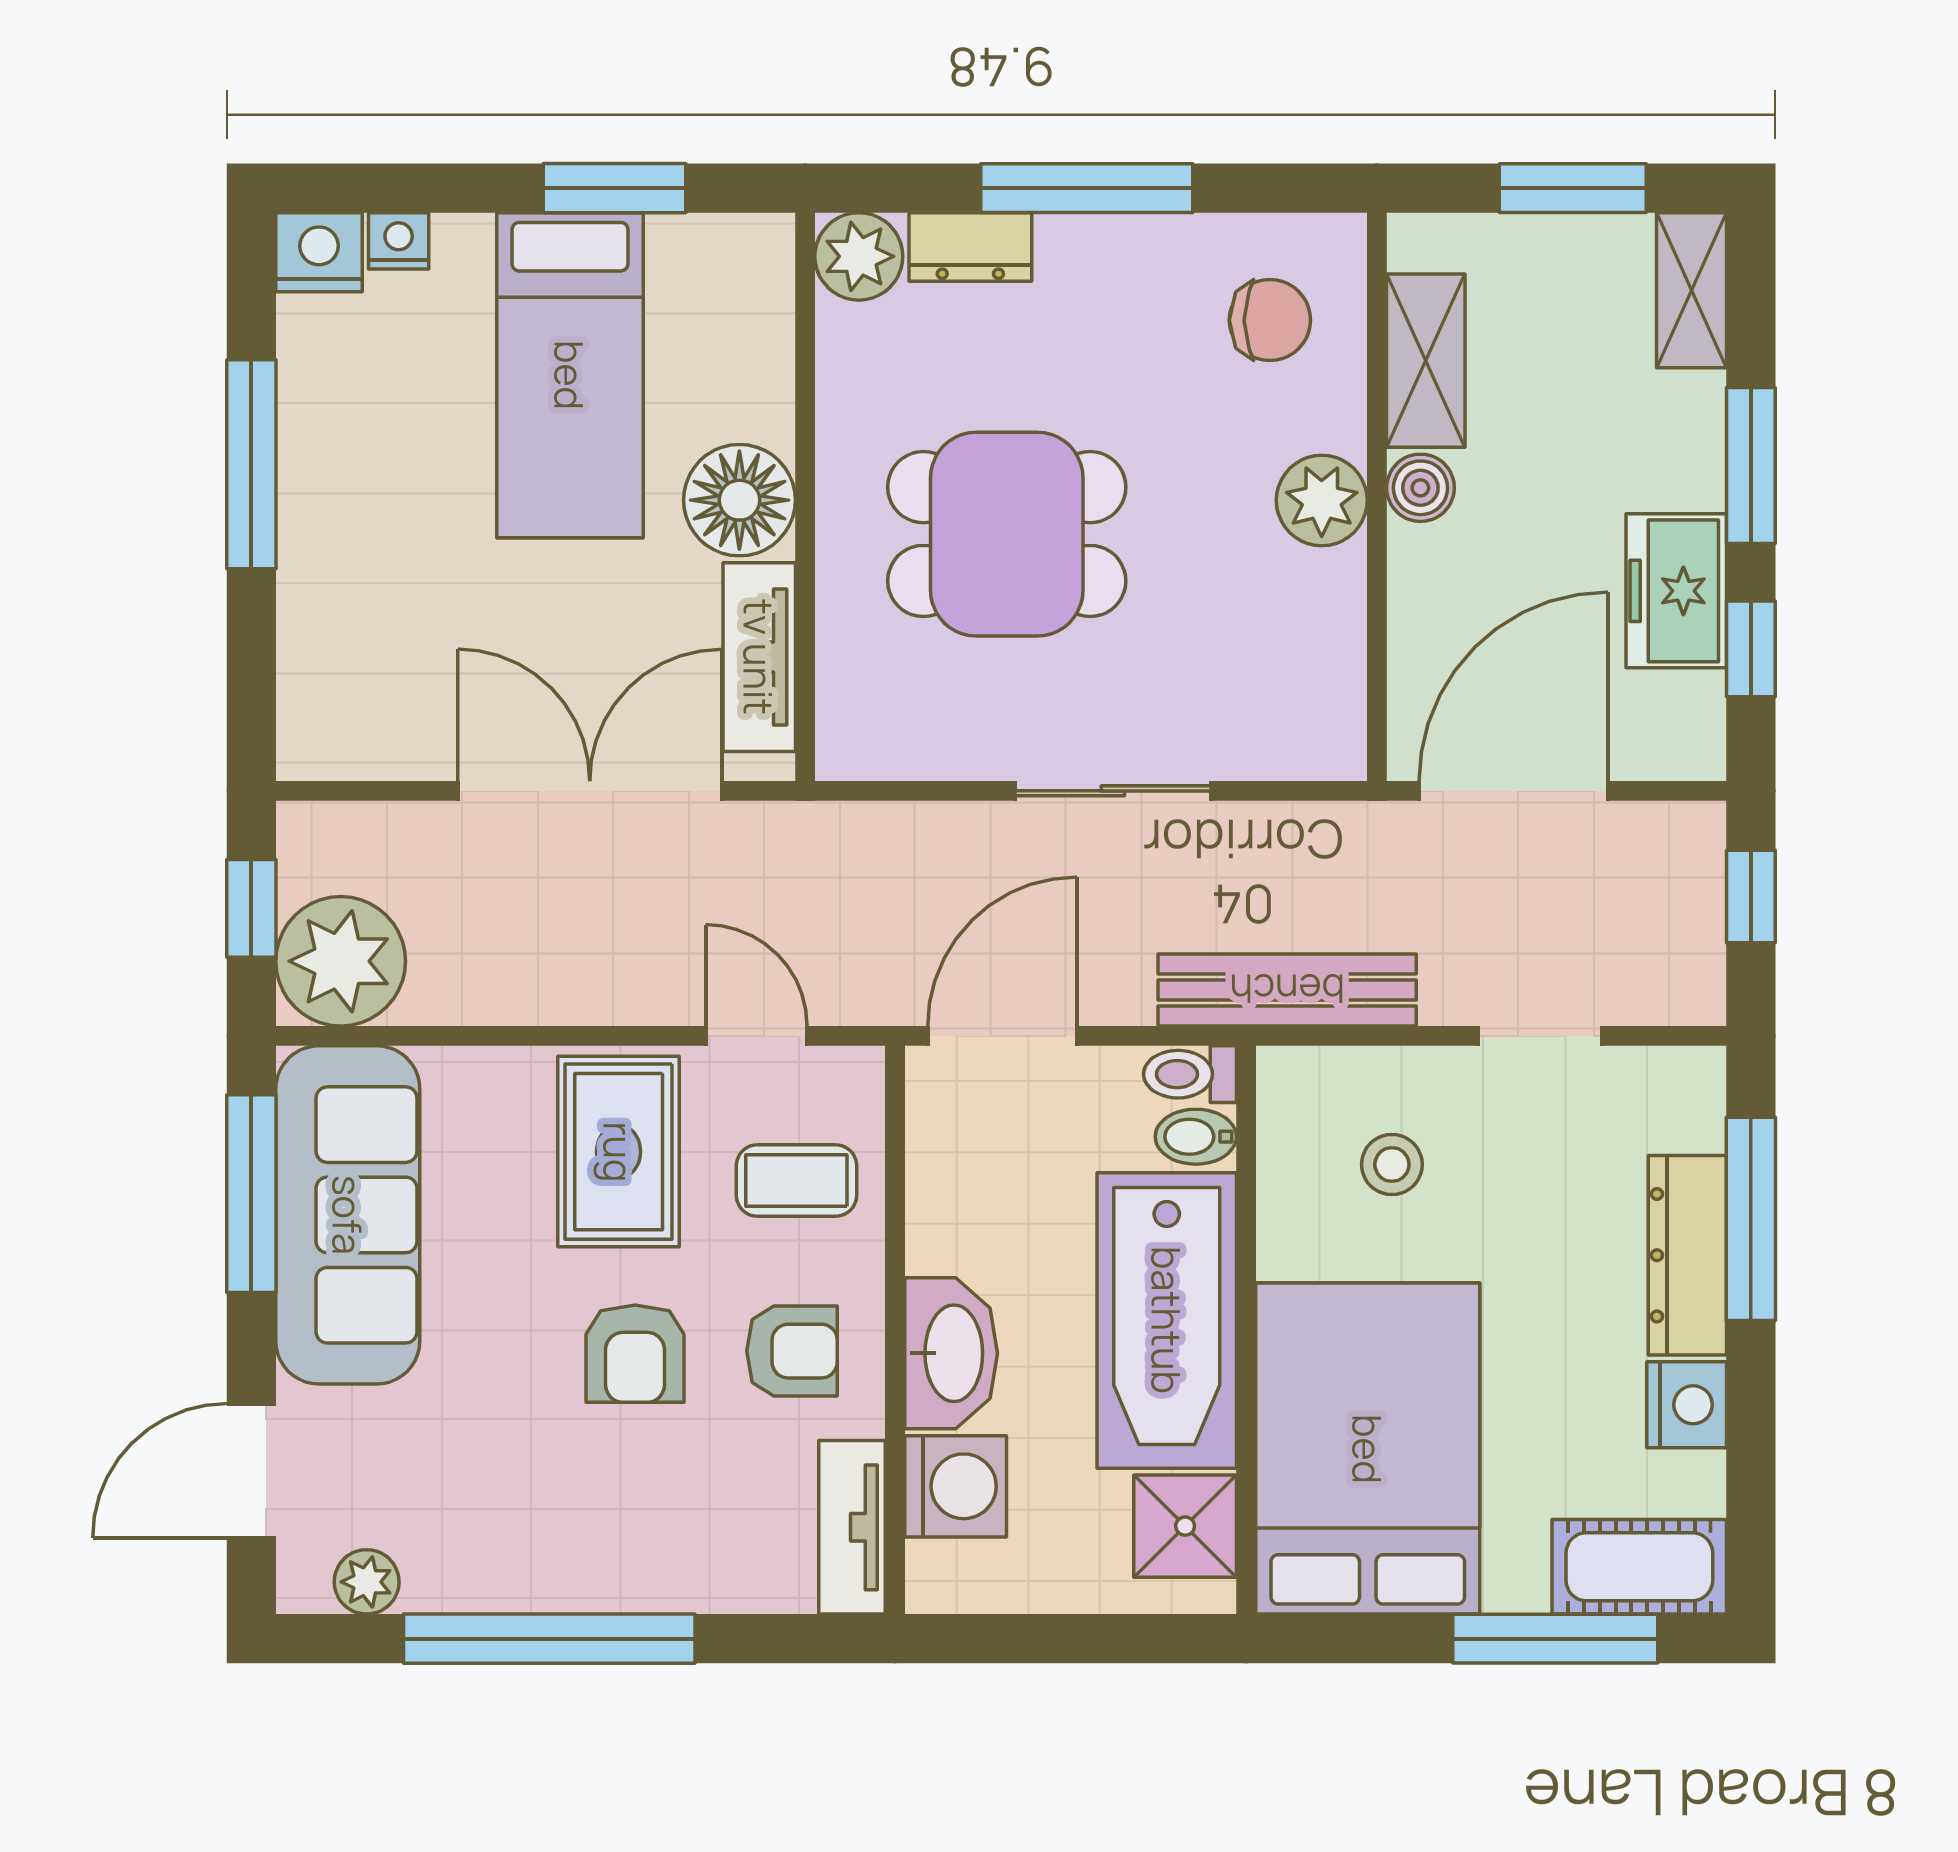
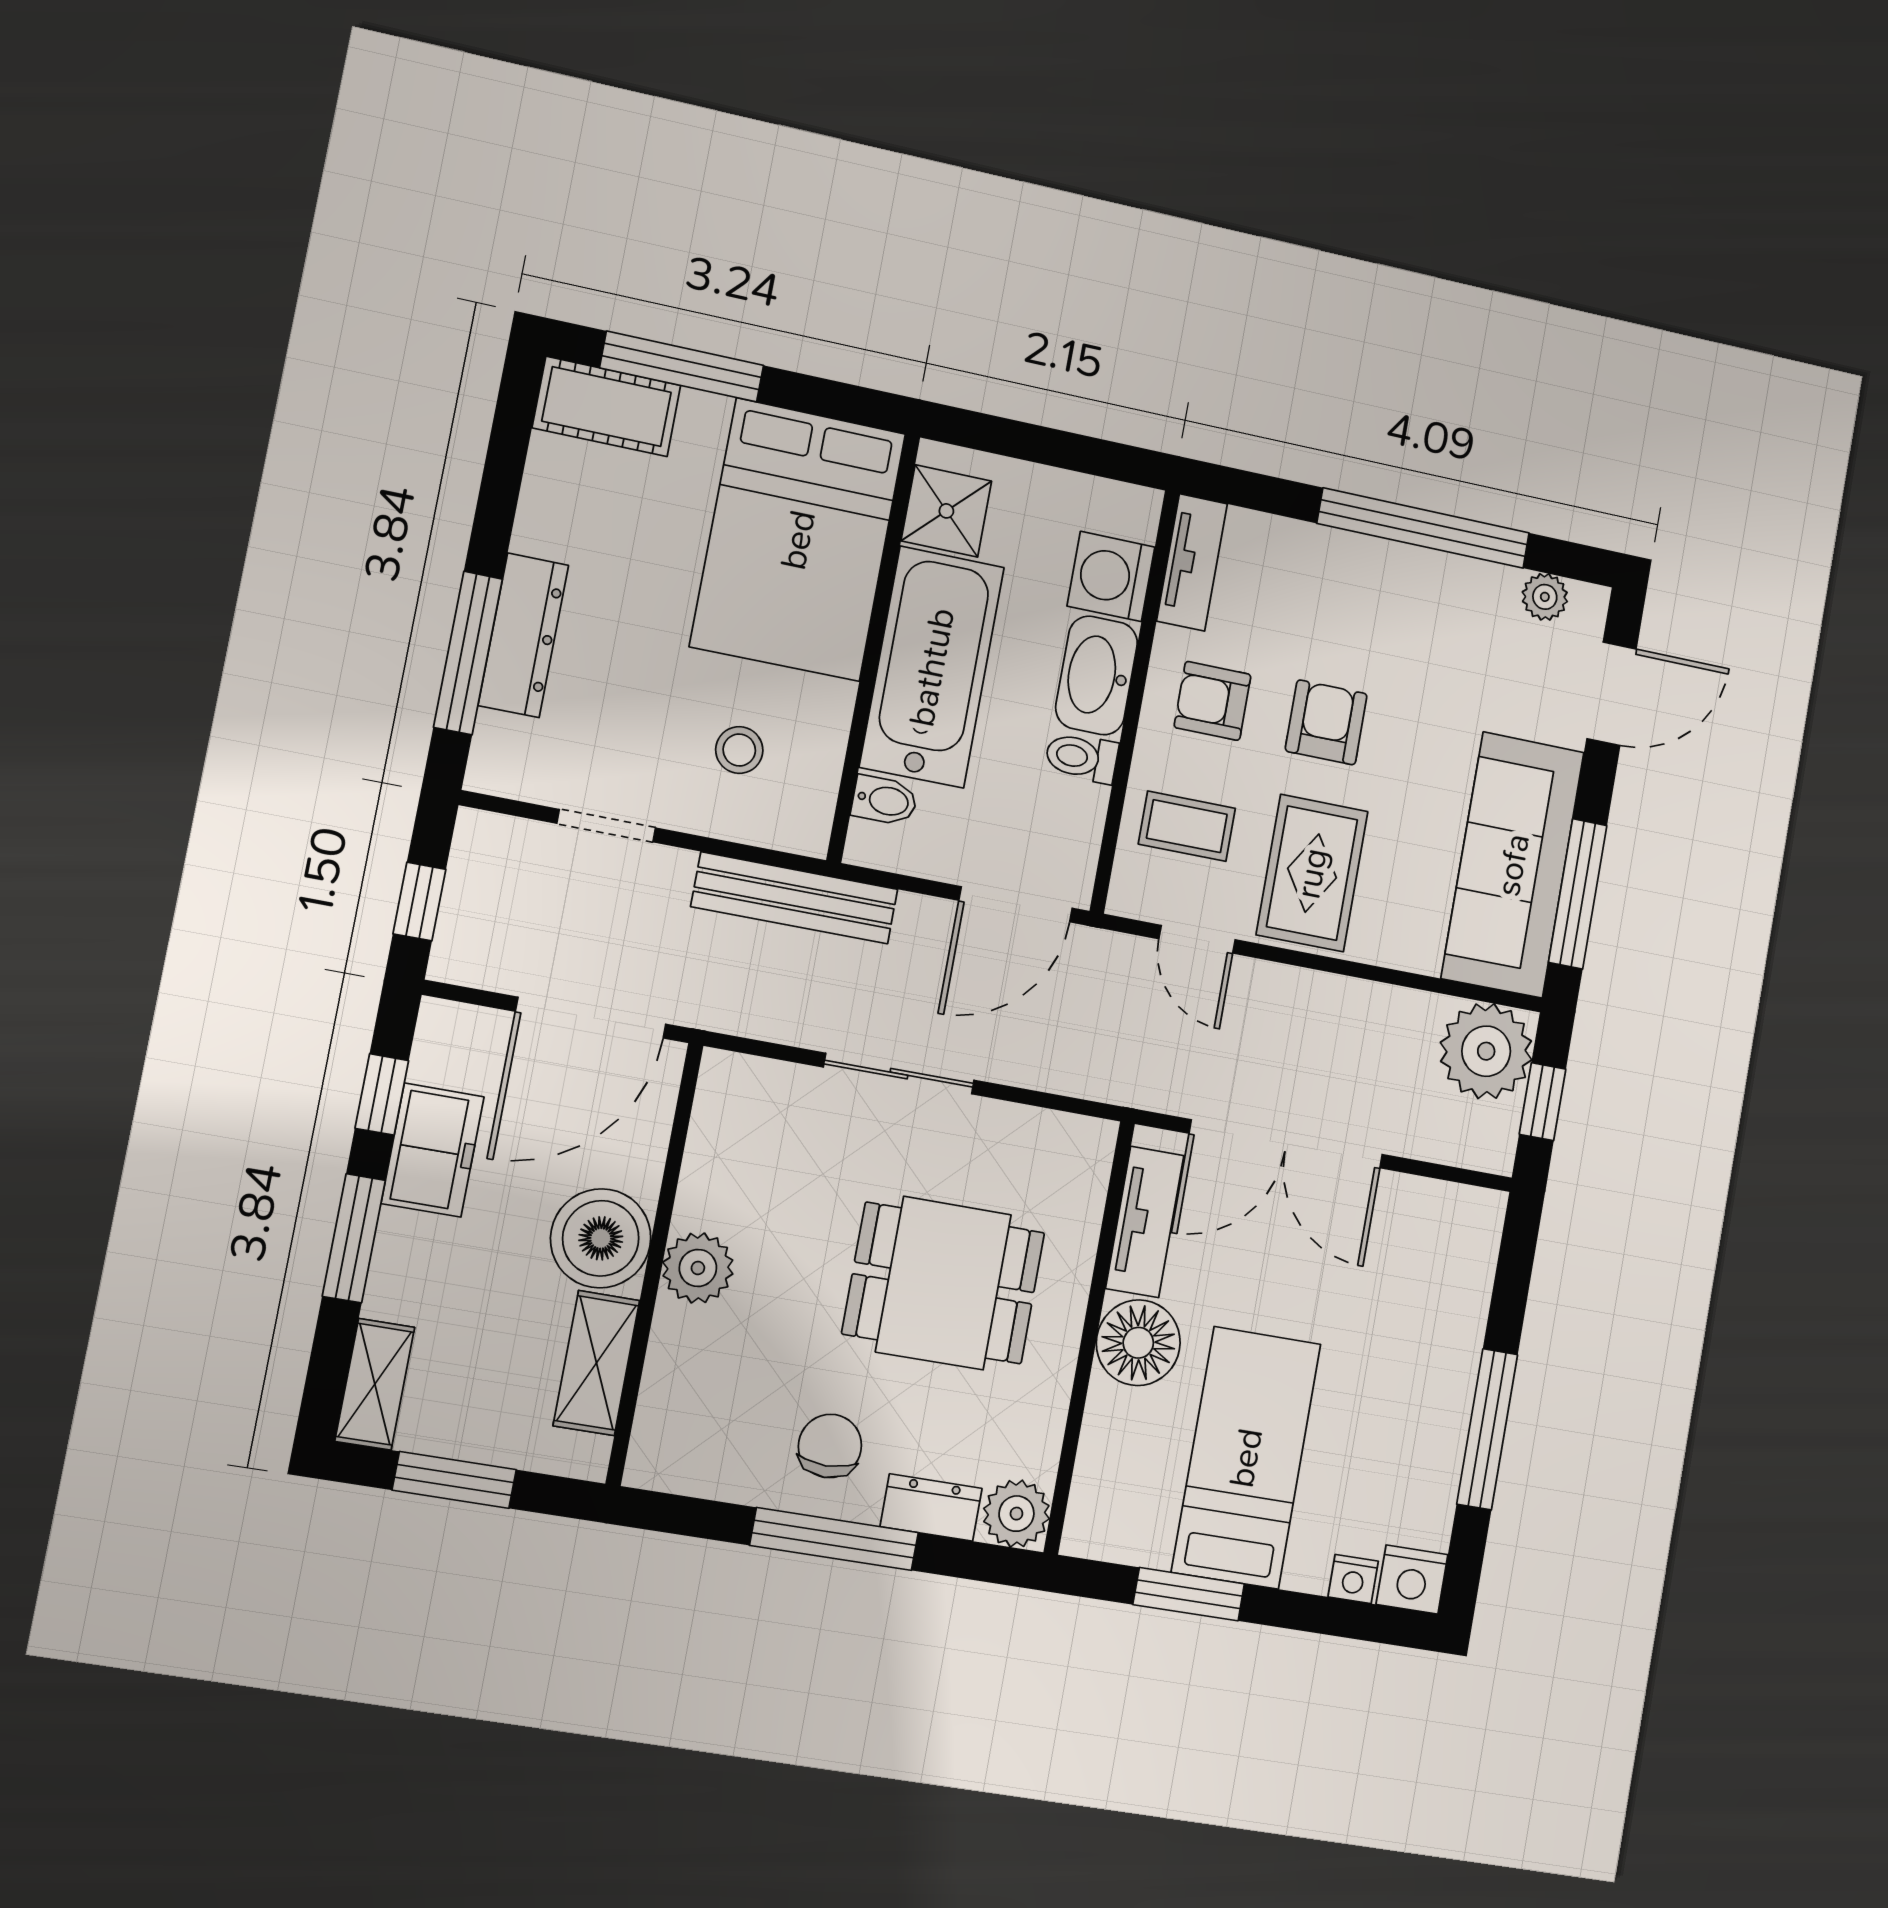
chair: (1270, 320) -> (830, 1446), moved, turned 90
boiler: (1420, 488) -> (601, 1238), width x1.86, depth x1.86
toilet: (1190, 1074) -> (1082, 757), moved, turned 180
nightstand: (1687, 1405) -> (546, 521), removed

